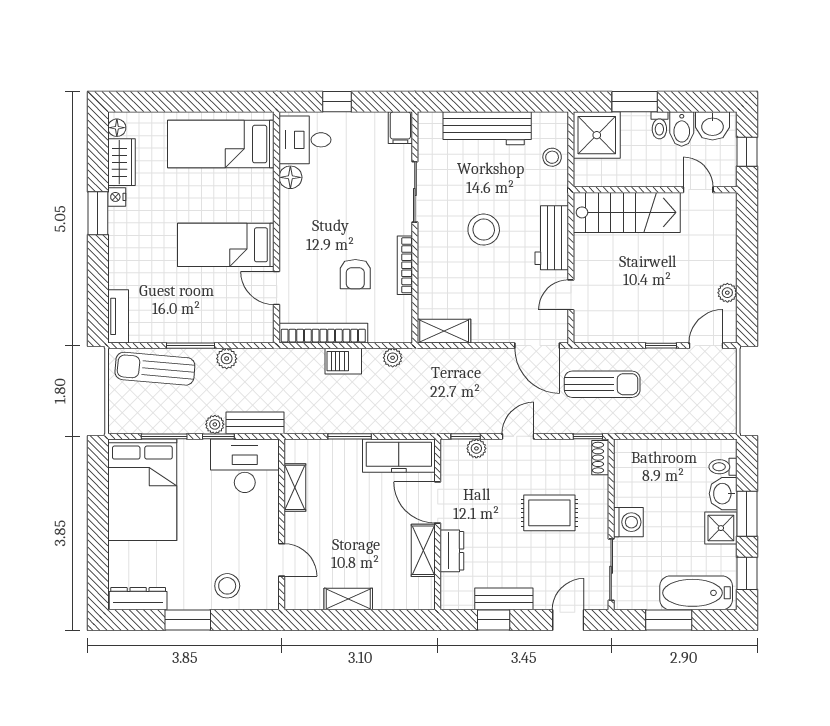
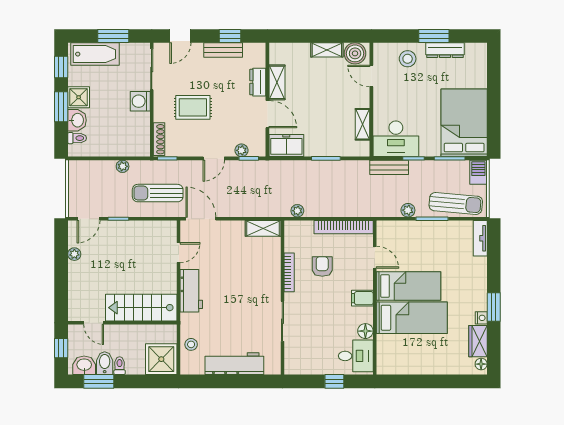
window: (635, 102) -> (99, 381), moved
filing cabinet: (400, 128) -> (362, 298), moved, turned -90
bed: (221, 144) -> (412, 318), moved
stool: (484, 230) -> (237, 296), removed
barbecue: (343, 361) -> (478, 172), moved, turned -90
plant: (215, 424) -> (123, 166), moved
freezer: (399, 456) -> (286, 146), width x0.71
shoe rack: (600, 458) -> (159, 139), width x1.43
boiler: (306, 594) -> (355, 53), added
dresser: (138, 599) -> (445, 50), moved

